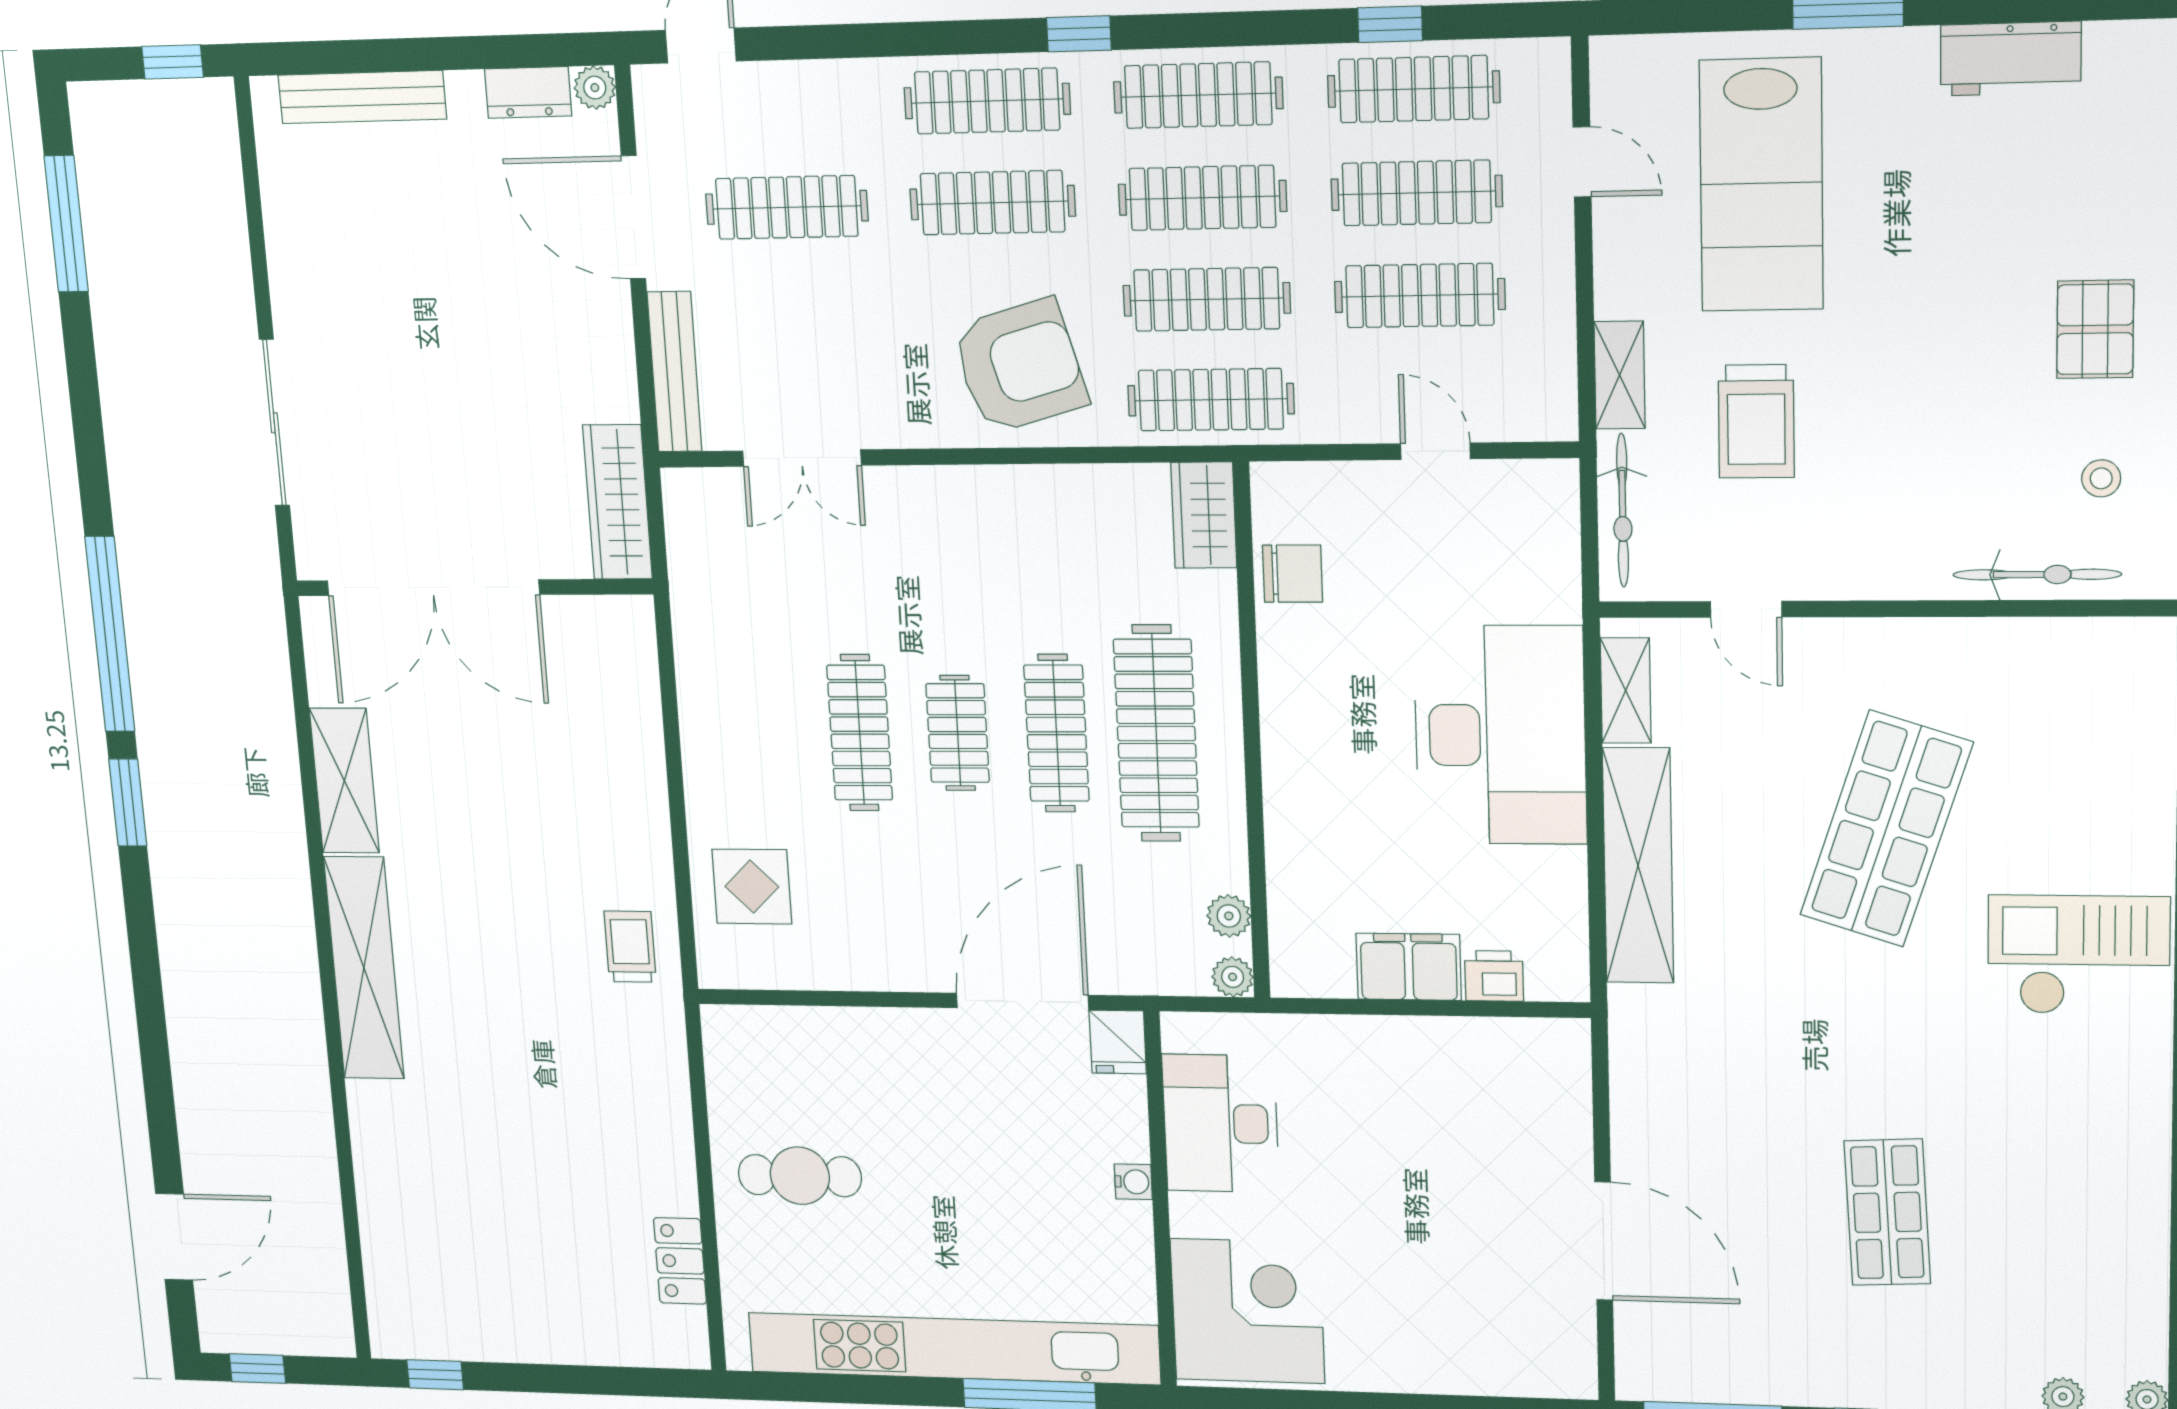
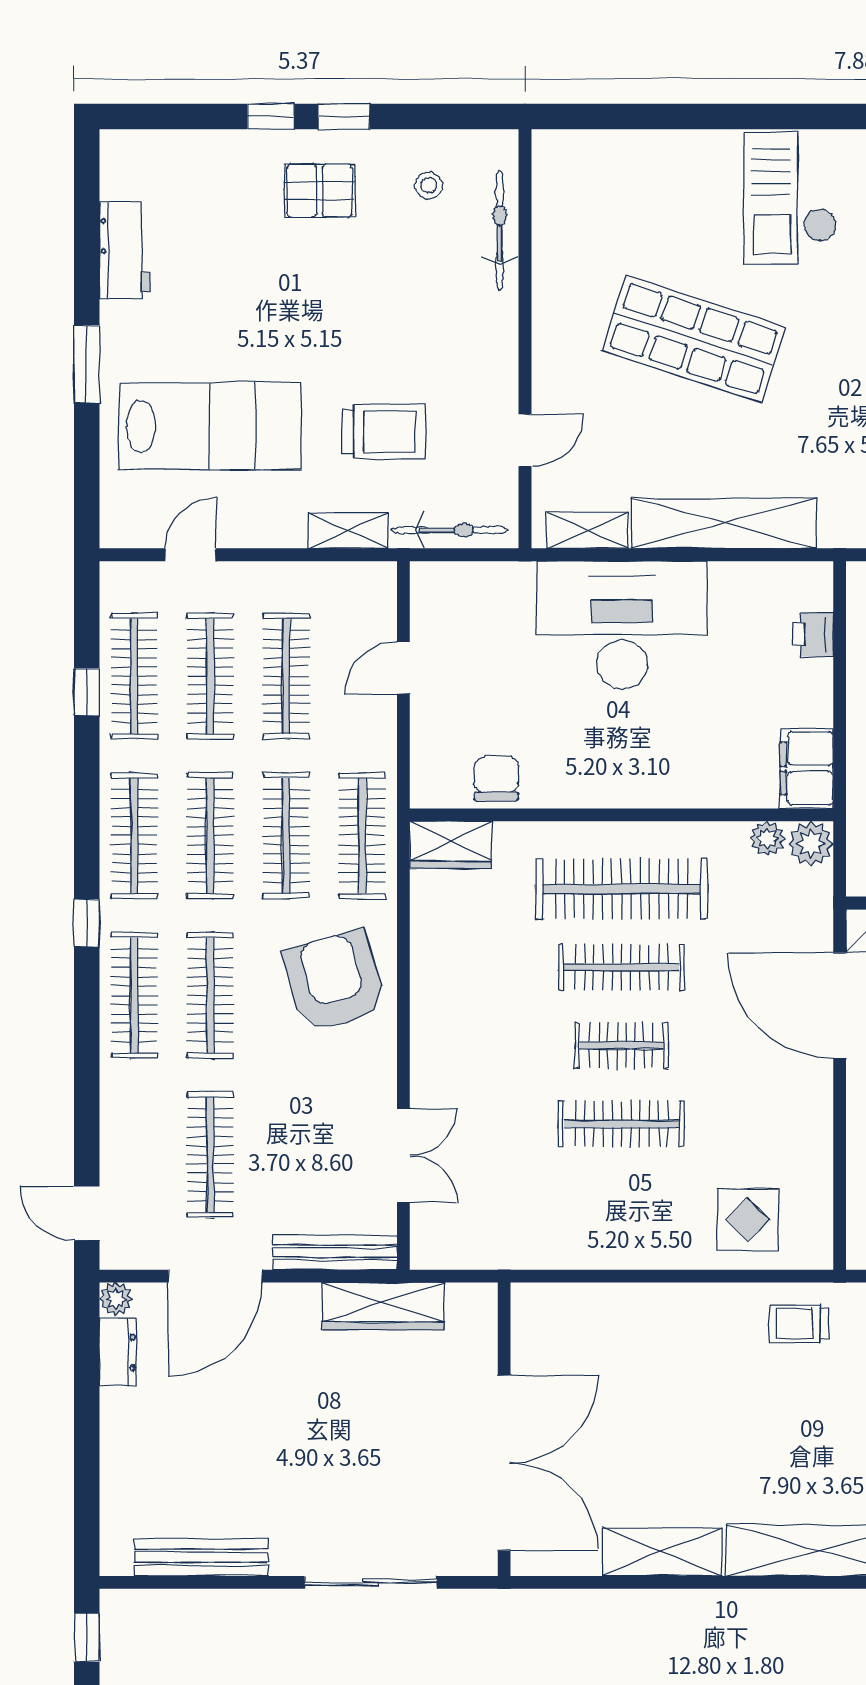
bench: (362, 97) -> (201, 1557), moved, turned 90
wardrobe: (617, 502) -> (383, 1306), moved
filing cabinet: (1409, 967) -> (807, 769), moved
plant: (1233, 977) -> (811, 844), width x1.38, depth x1.38

